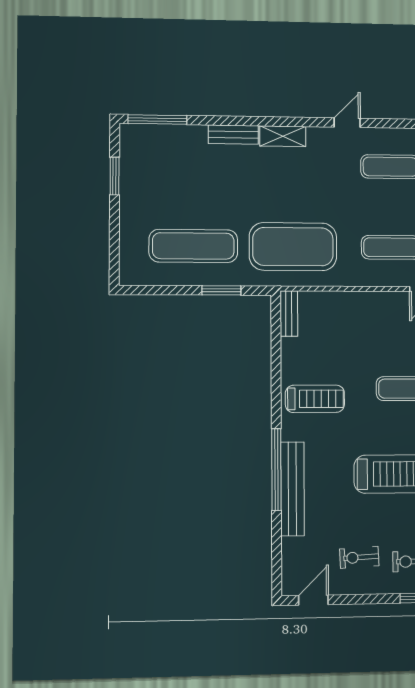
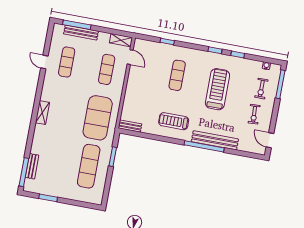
door: (347, 123) -> (44, 62), moved
bench: (233, 135) -> (32, 166), moved
treadmill: (315, 399) -> (174, 121), turned -90

